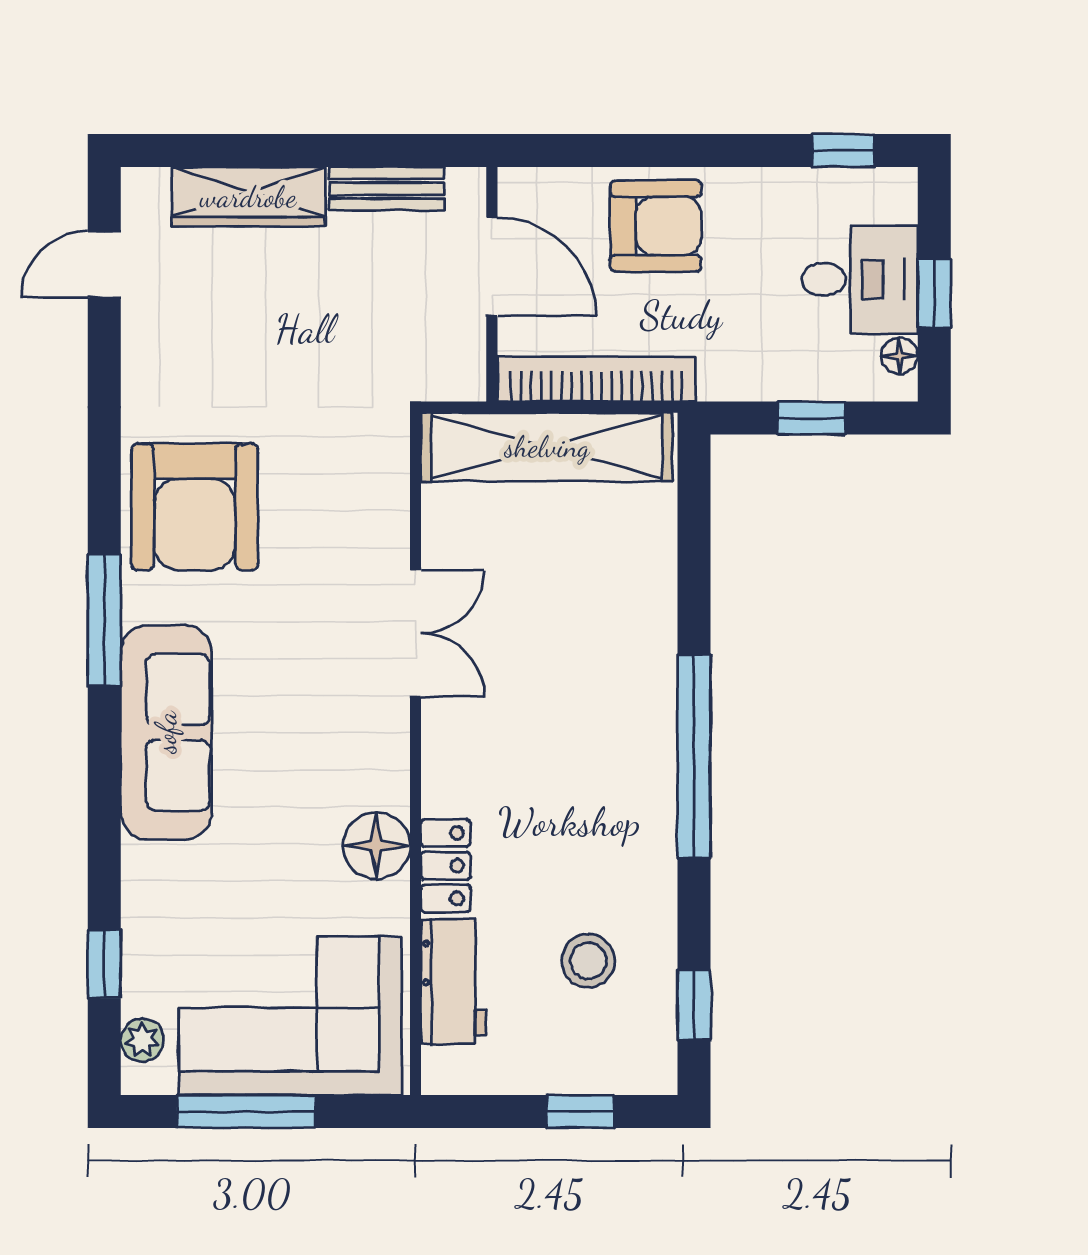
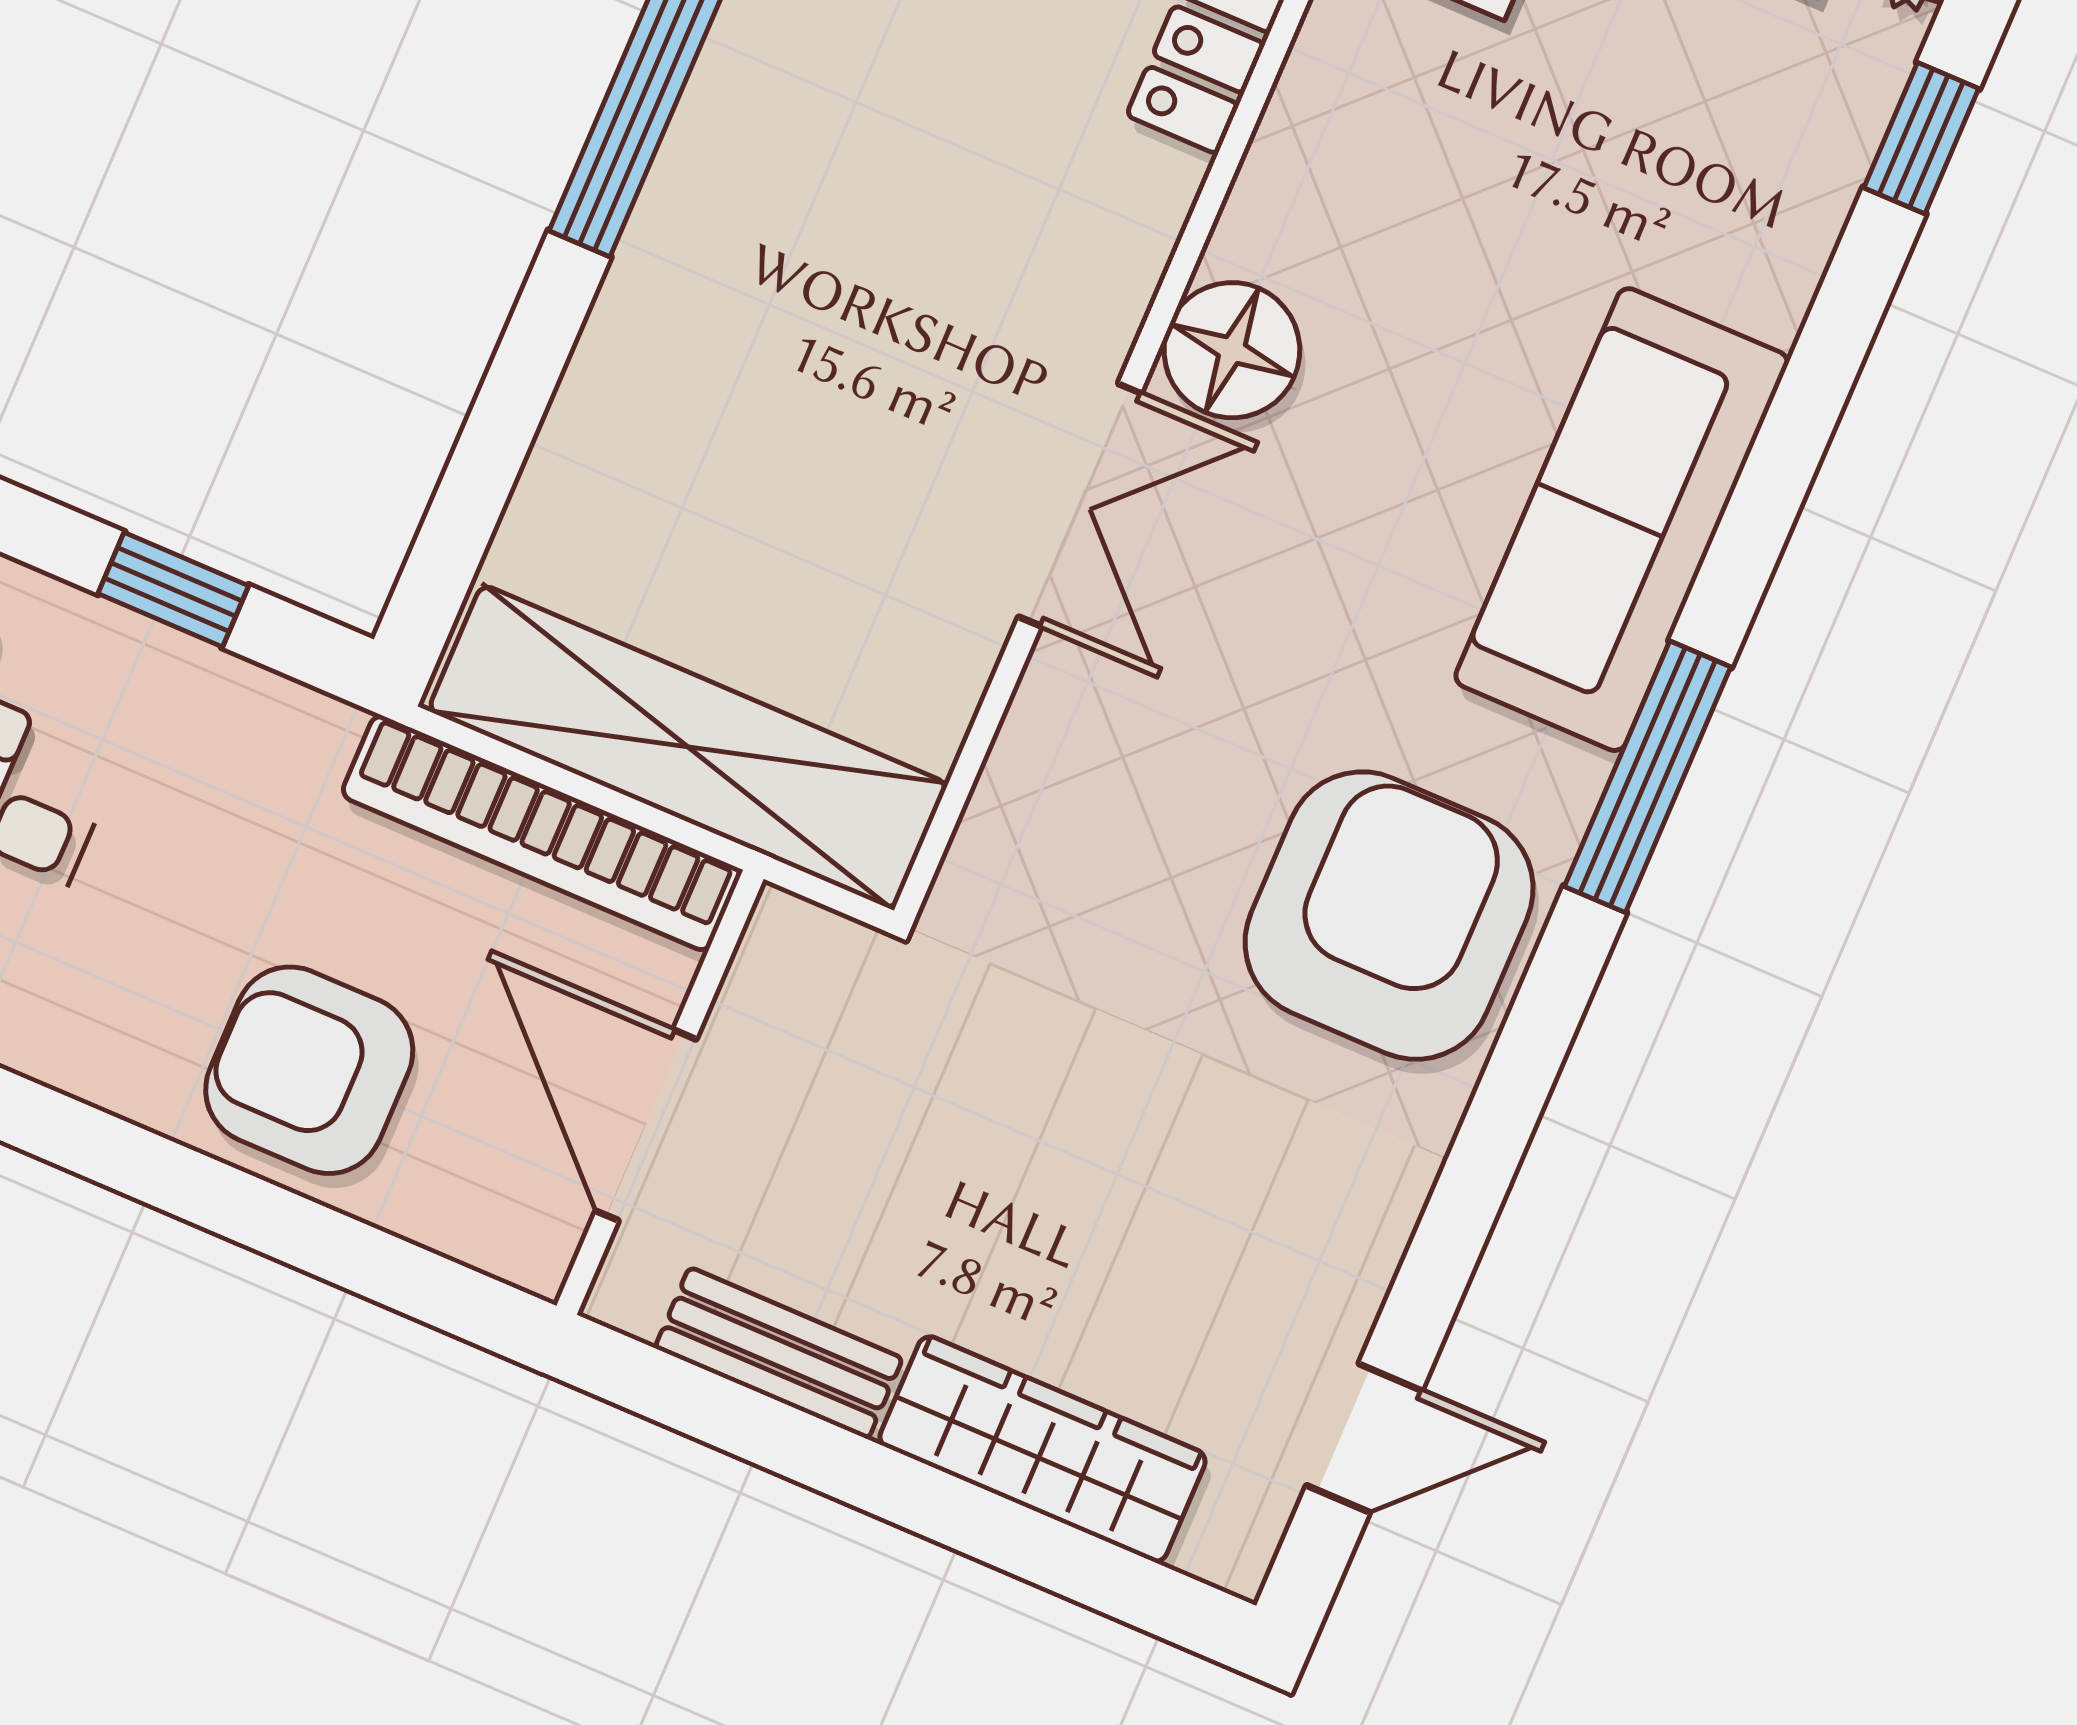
double door: (416, 633) -> (1080, 505), swing flipped
floor lamp: (376, 846) -> (1232, 350), moved

